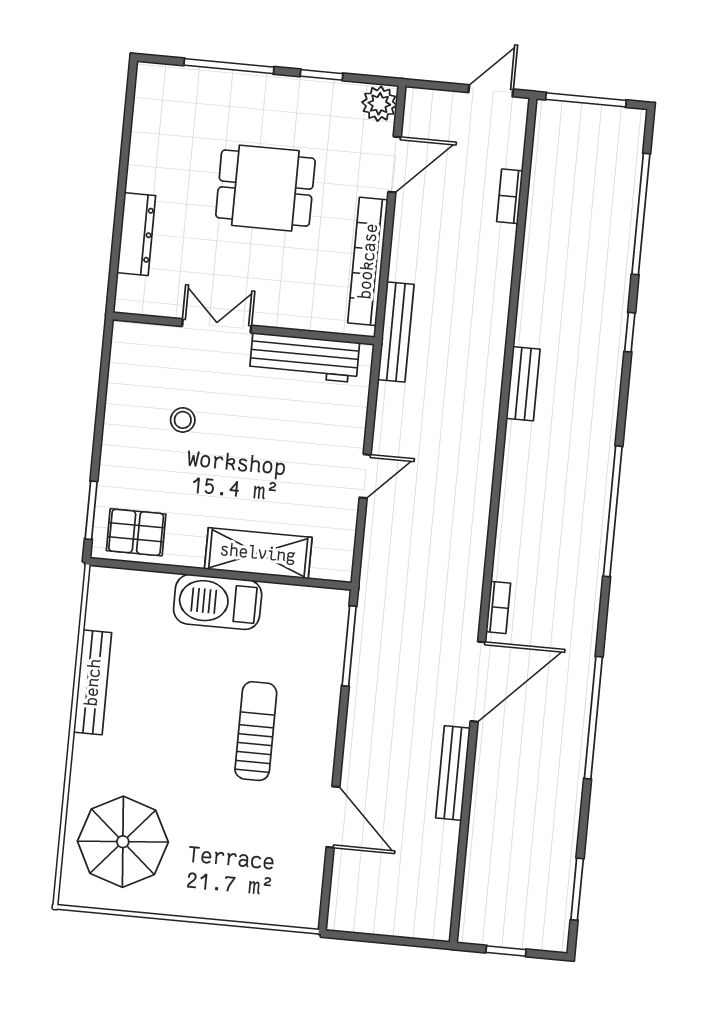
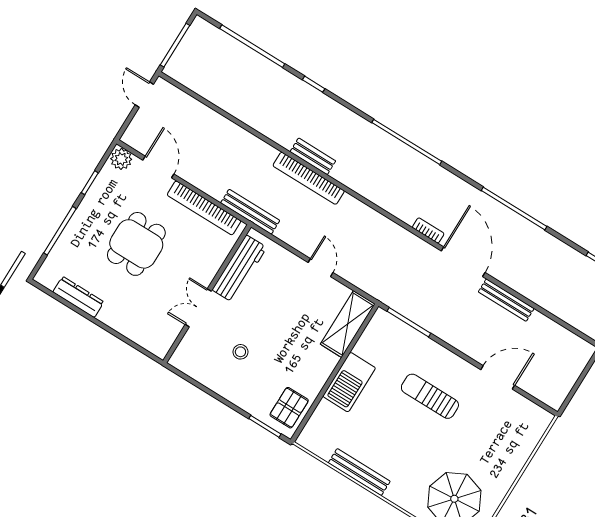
bookcase: (510, 196) -> (309, 178), moved, width x2.31, depth x1.31
dresser: (136, 234) -> (78, 297), moved
shelving: (258, 553) -> (348, 324), moved

